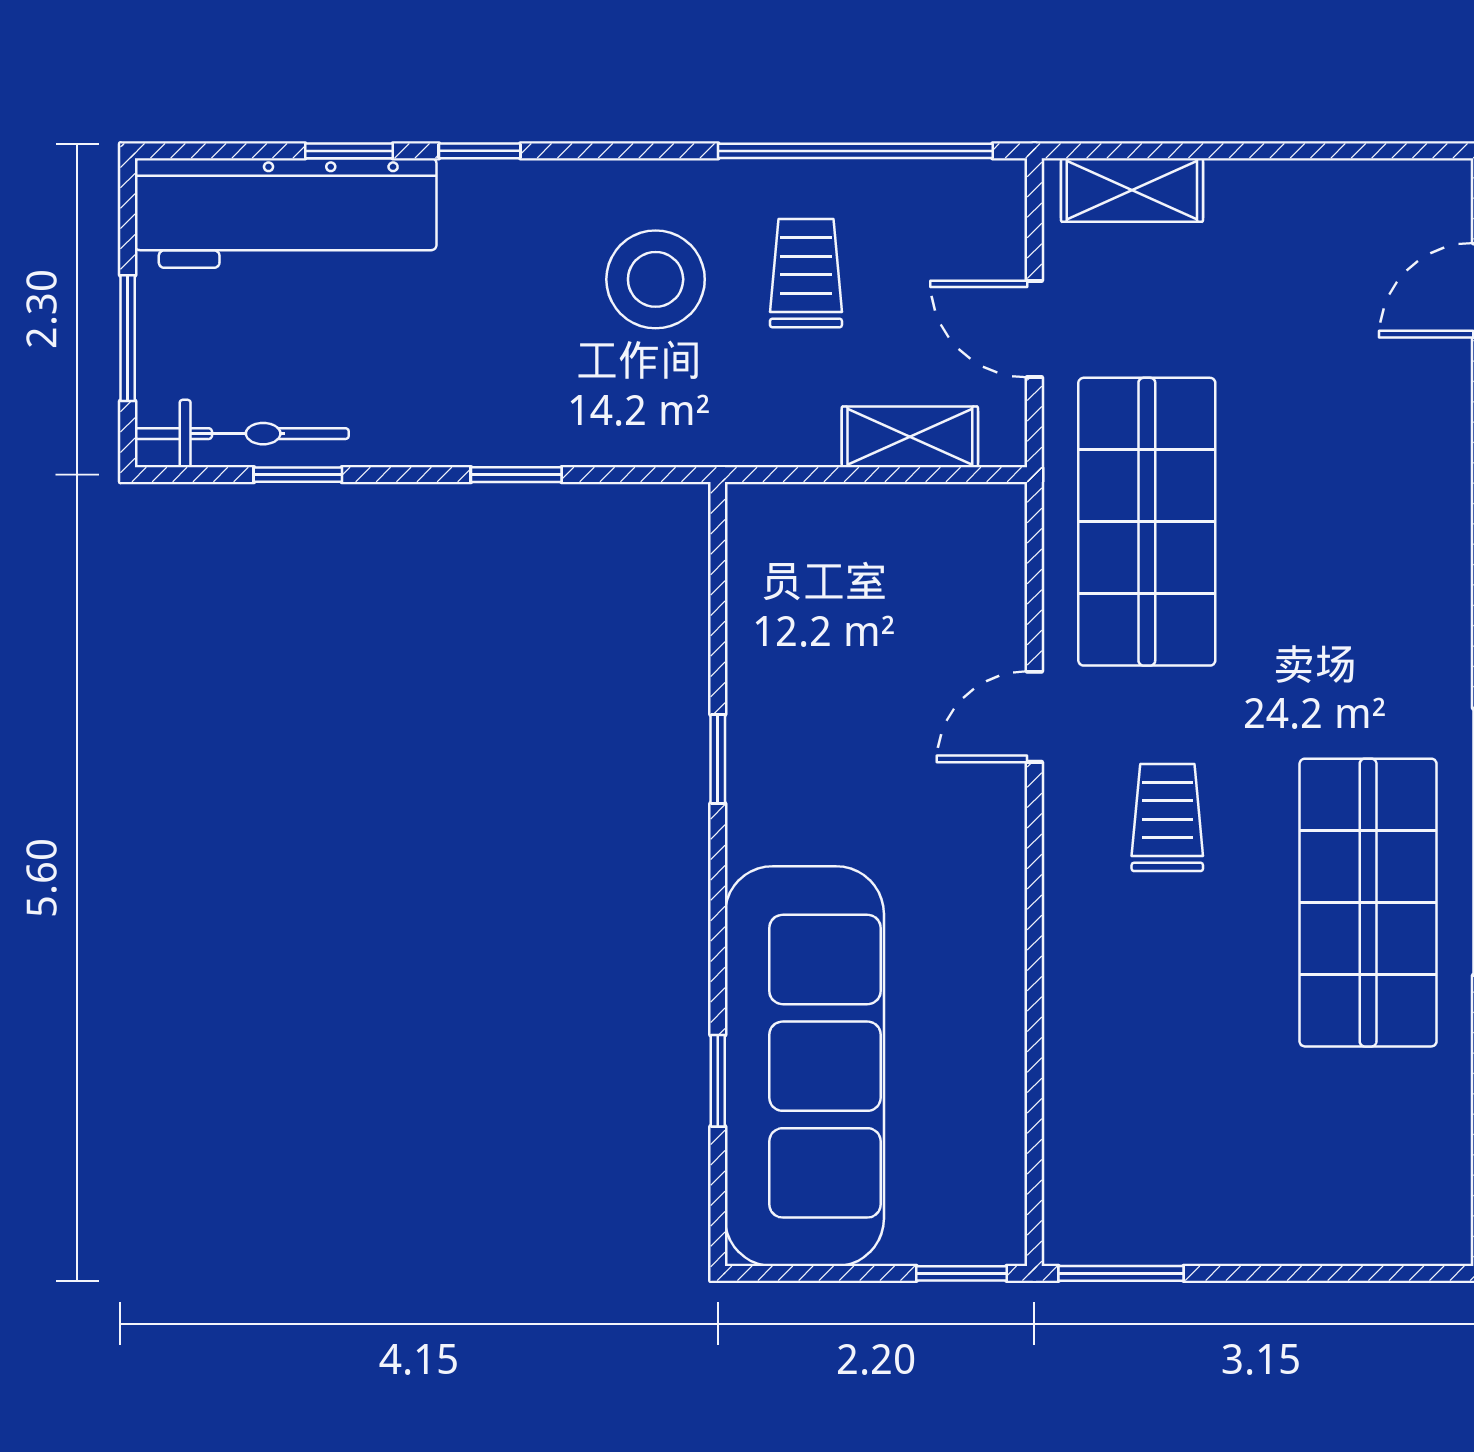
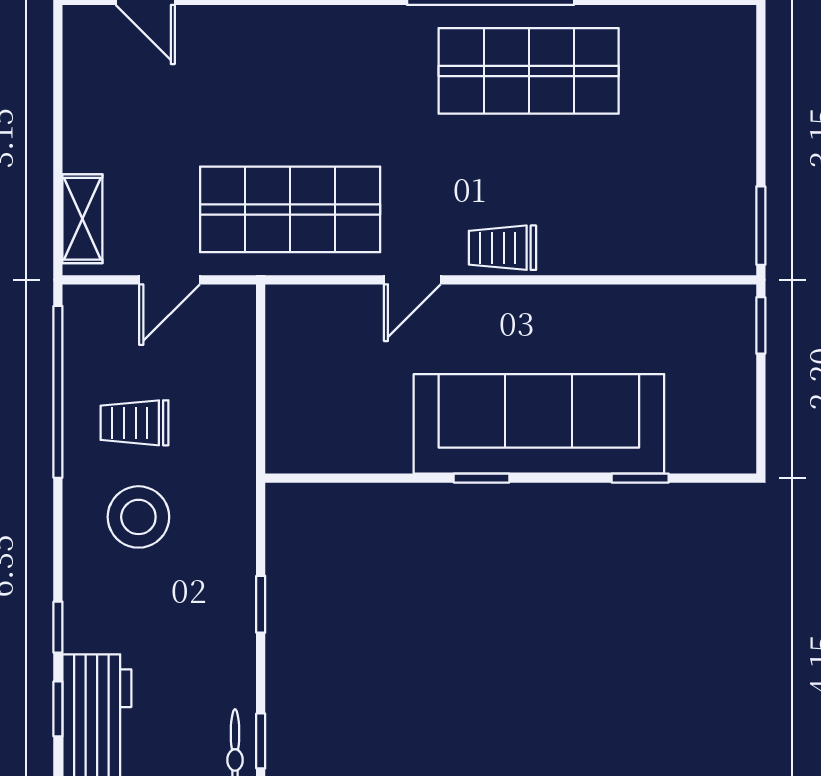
shelving: (910, 437) -> (237, 358), removed
door: (1034, 717) -> (412, 280), hinge flipped
window: (718, 759) -> (482, 478), moved
trolley: (1167, 818) -> (502, 248), moved
sofa: (804, 1066) -> (539, 424), moved

